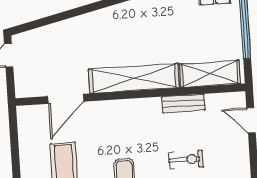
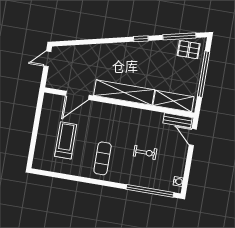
bench: (183, 103) -> (178, 120), moved

